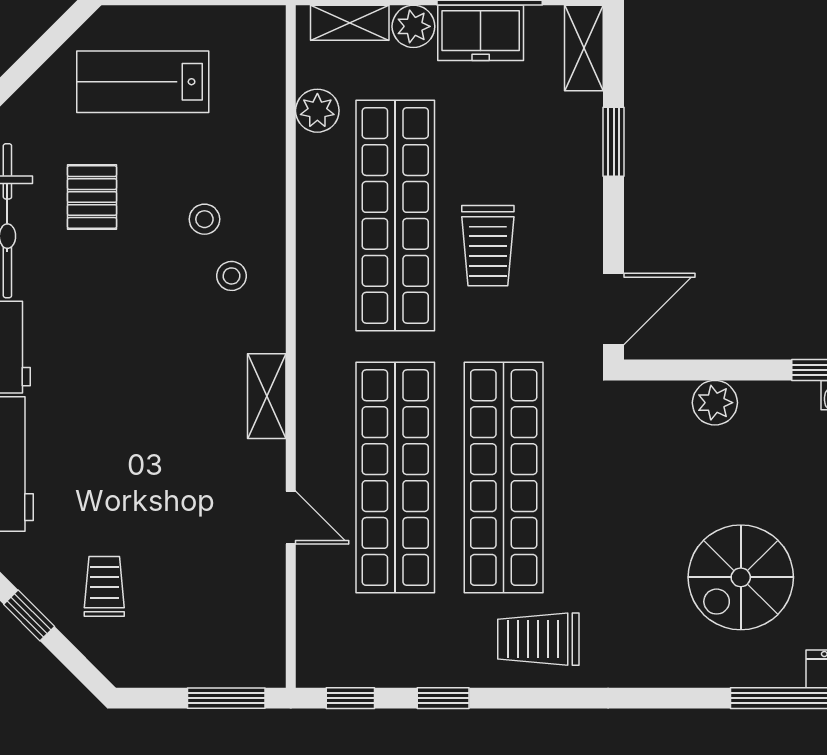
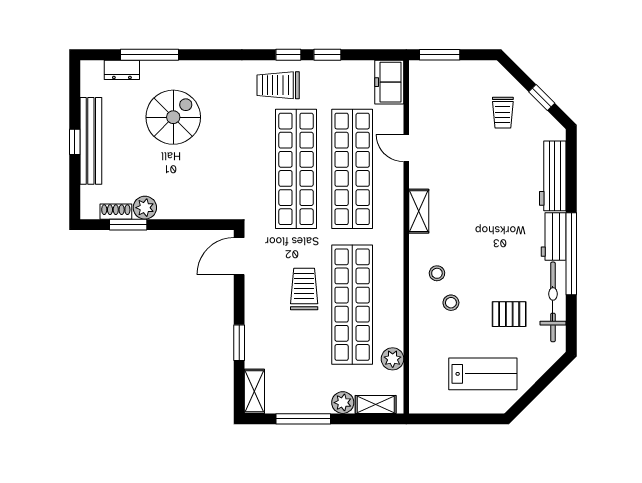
freezer: (481, 33) -> (389, 82), moved, turned -90
pallet: (92, 197) -> (509, 314), turned 90
plant: (715, 403) -> (145, 208), moved
trolley: (538, 639) -> (278, 85), turned 180
window: (350, 698) -> (288, 55), moved

